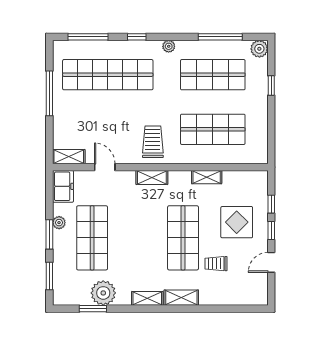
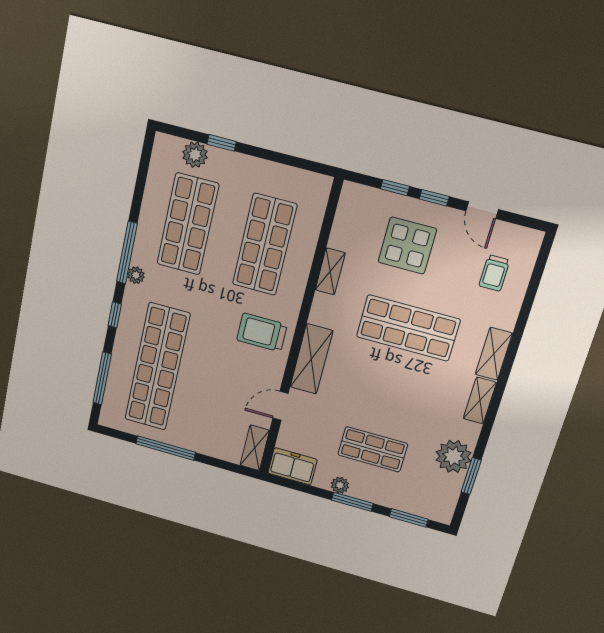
window: (220, 37) -> (127, 253), moved
plant: (259, 49) -> (195, 155), moved
shelving: (152, 177) -> (311, 359), width x1.50, depth x1.33
shop shelf: (92, 238) -> (373, 449), width x0.70, depth x0.74
trolley: (216, 264) -> (494, 273), moved

